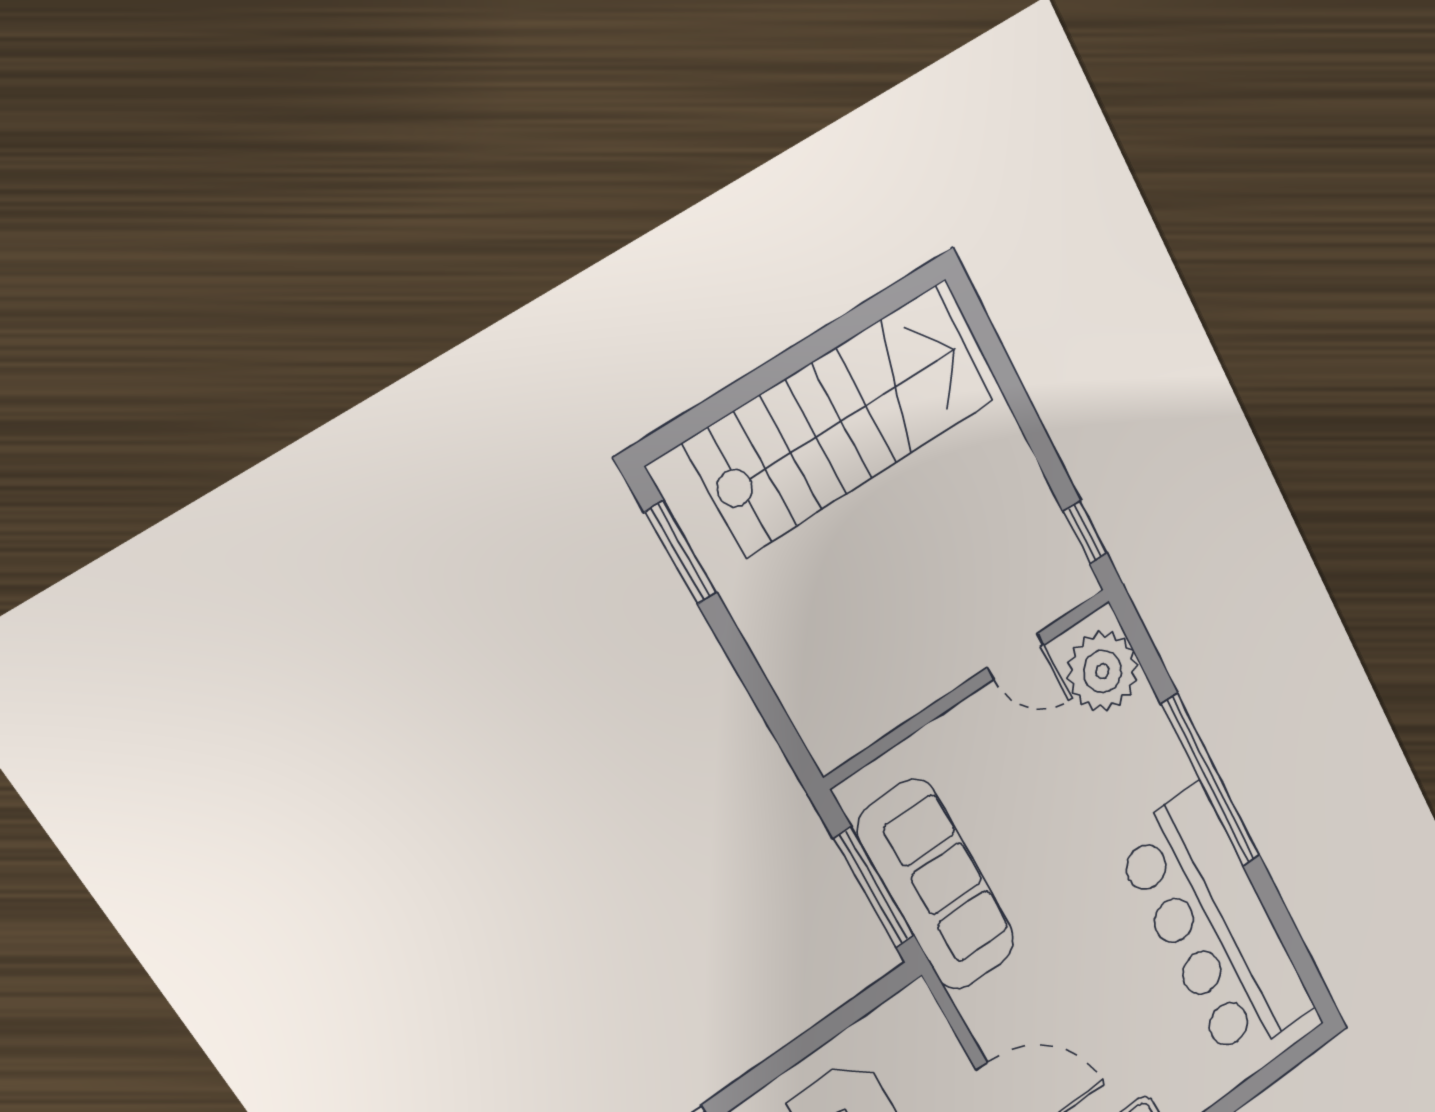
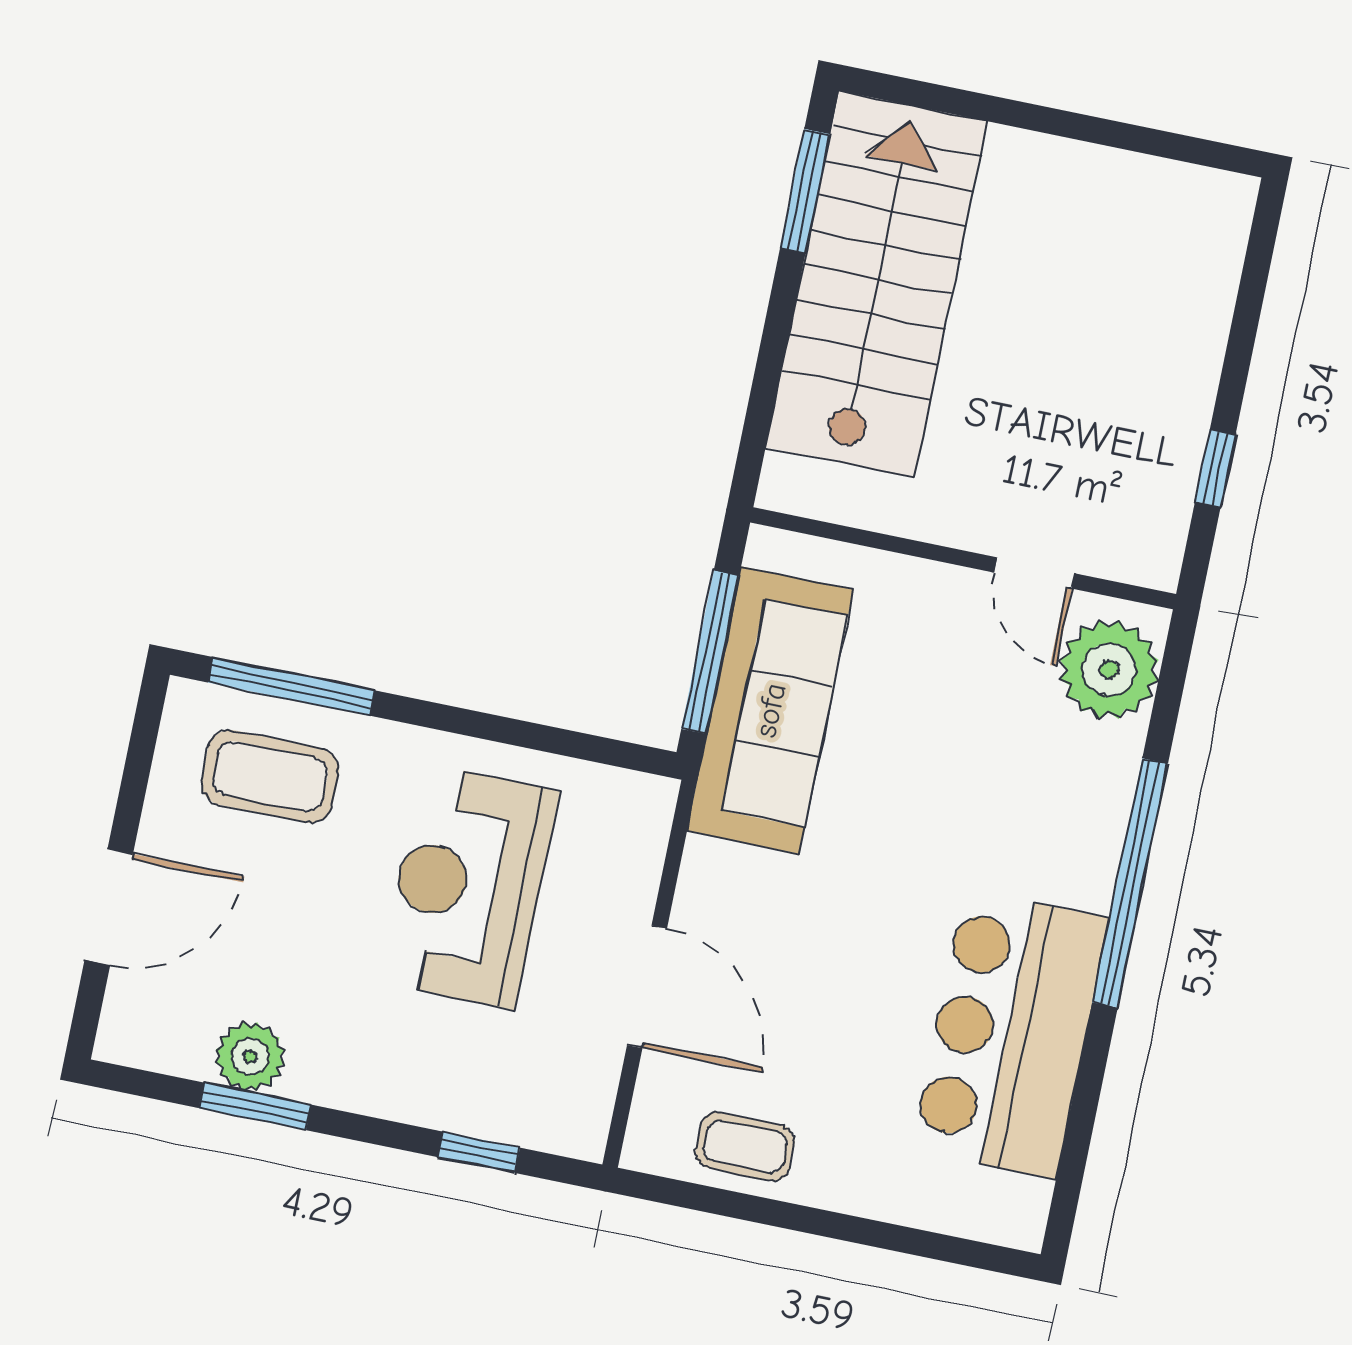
stairs: (841, 421) -> (876, 284), moved, turned -90
window: (1085, 533) -> (1215, 468), moved
bar counter: (1215, 927) -> (1010, 1034), width x0.73

